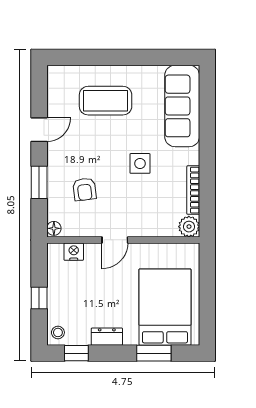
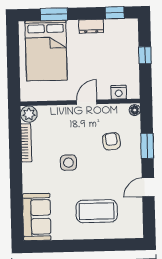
sofa: (182, 106) -> (37, 217), width x0.73
stool: (58, 332) -> (129, 29), removed

